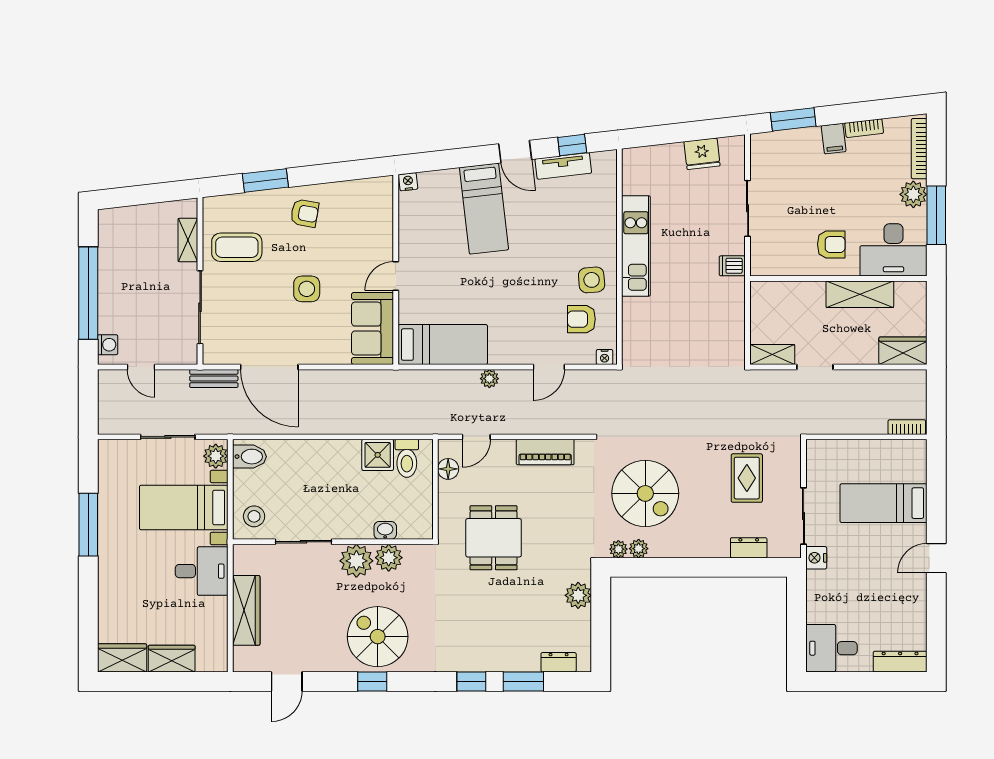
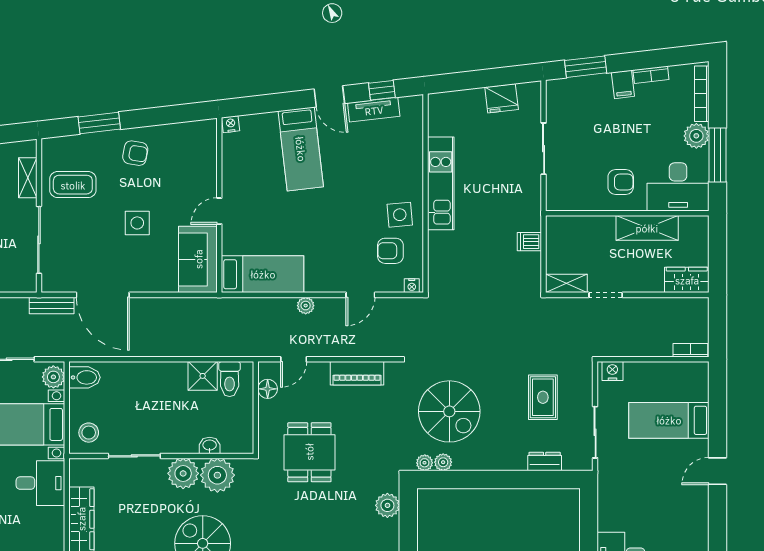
dishwasher: (732, 266) -> (529, 242), moved
plant: (389, 558) -> (217, 475), width x1.36, depth x1.36
nightstand: (816, 558) -> (612, 371), moved, turned 90

